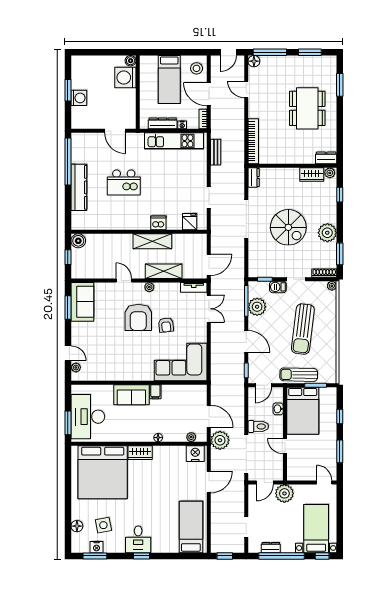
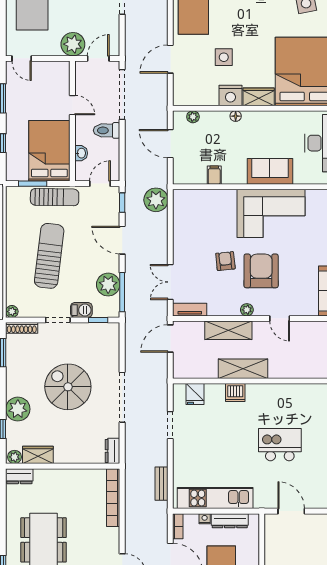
plant: (327, 233) -> (18, 409), moved
corner sofa: (181, 362) -> (271, 213), moved
filing cabinet: (155, 392) -> (214, 175), moved
plant: (220, 440) -> (156, 200), moved
nightstand: (195, 454) -> (230, 96), moved
side table: (167, 483) -> (224, 57), added

